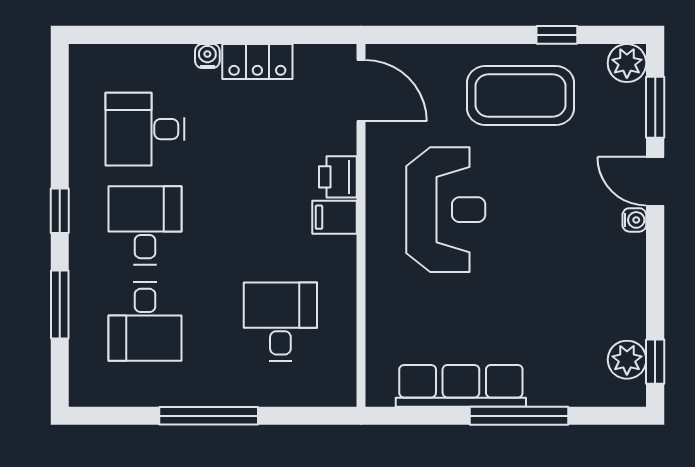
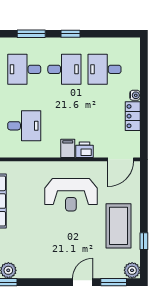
desk: (145, 129) -> (105, 69), turned -90
water cooler: (634, 220) -> (67, 273), removed

